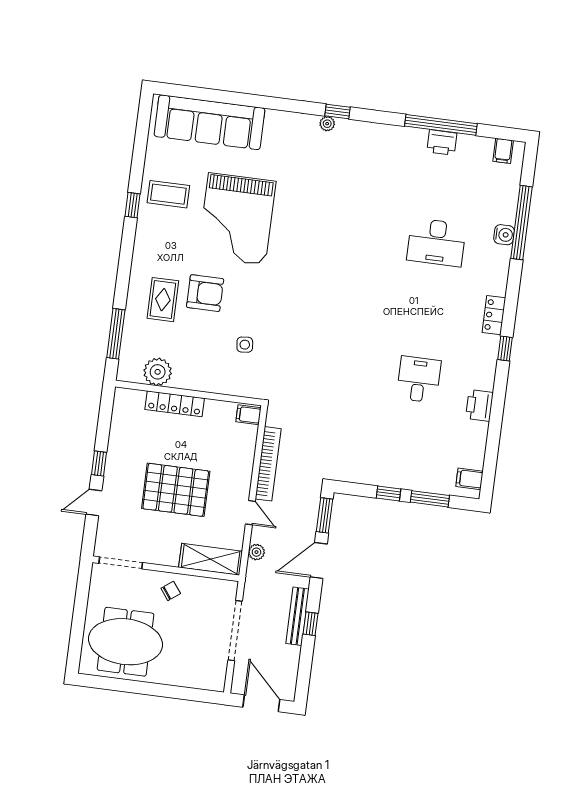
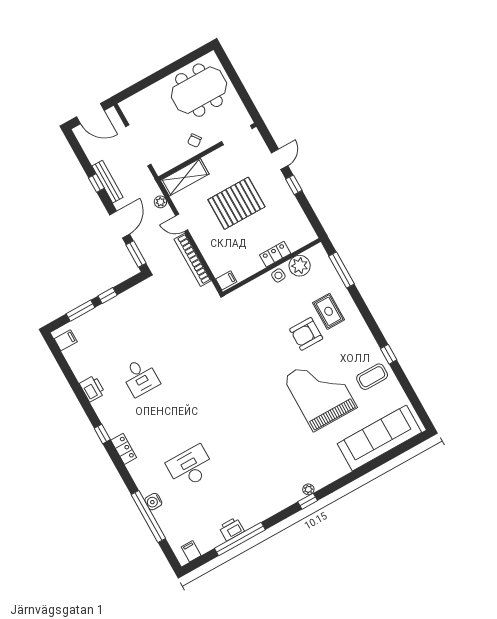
side table: (245, 345) -> (278, 275), moved
locker: (175, 404) -> (275, 254), width x0.66

